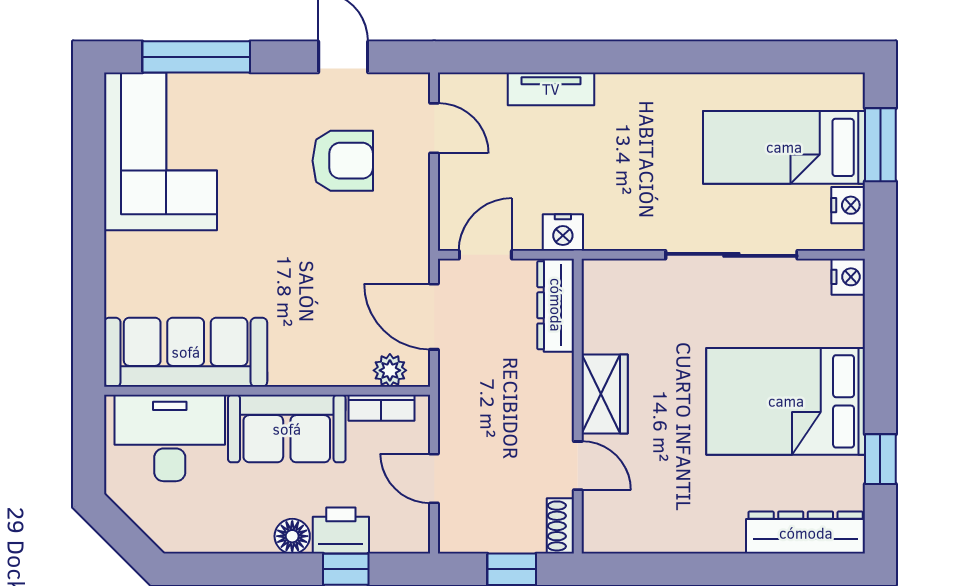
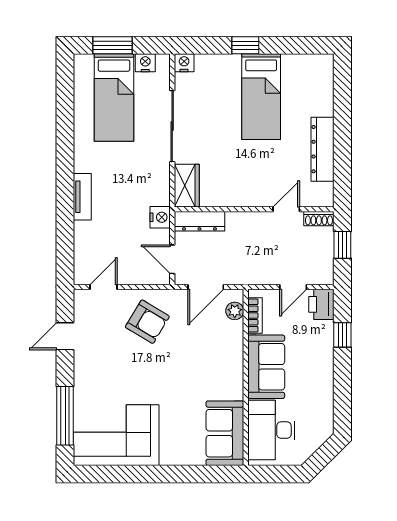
tv unit: (551, 89) -> (82, 197), moved
armchair: (343, 161) -> (147, 322), moved, turned 121
sofa: (186, 352) -> (225, 433), width x0.73
wardrobe: (605, 394) -> (187, 186), moved, turned 90
bed: (786, 401) -> (261, 97), width x0.67
window: (880, 459) -> (245, 45), moved
printer: (341, 531) -> (321, 304), moved
dresser: (806, 533) -> (322, 149), moved
floor lamp: (292, 536) -> (324, 364), removed

